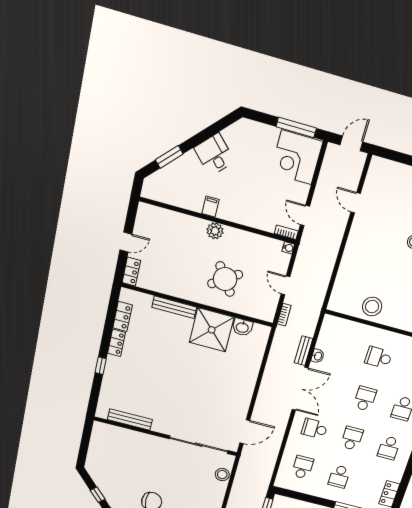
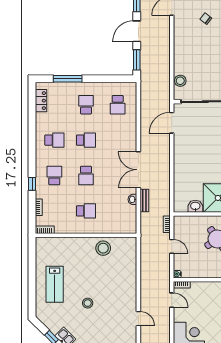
school desk: (314, 429) -> (118, 140), removed
school desk: (352, 438) -> (86, 140), turned -90
school desk: (389, 448) -> (54, 140), turned 90

